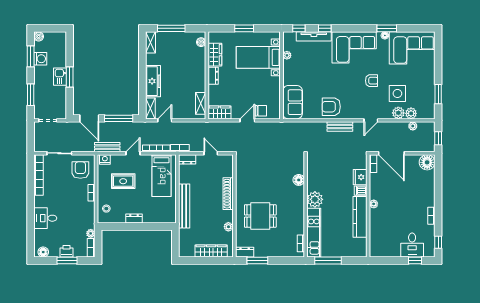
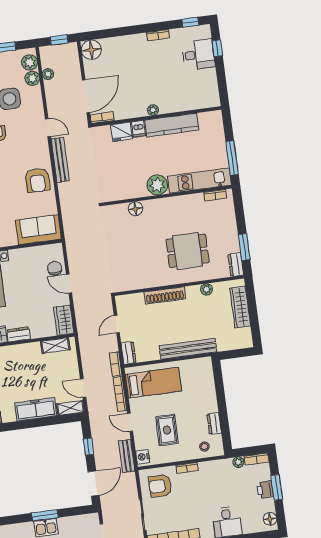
plant: (398, 113) -> (30, 62), moved
window: (119, 118) -> (89, 446), width x0.46
bench: (340, 127) -> (60, 160), width x1.36
dining table: (260, 216) -> (188, 251), turned 90
dresser: (134, 219) -> (214, 424), moved

